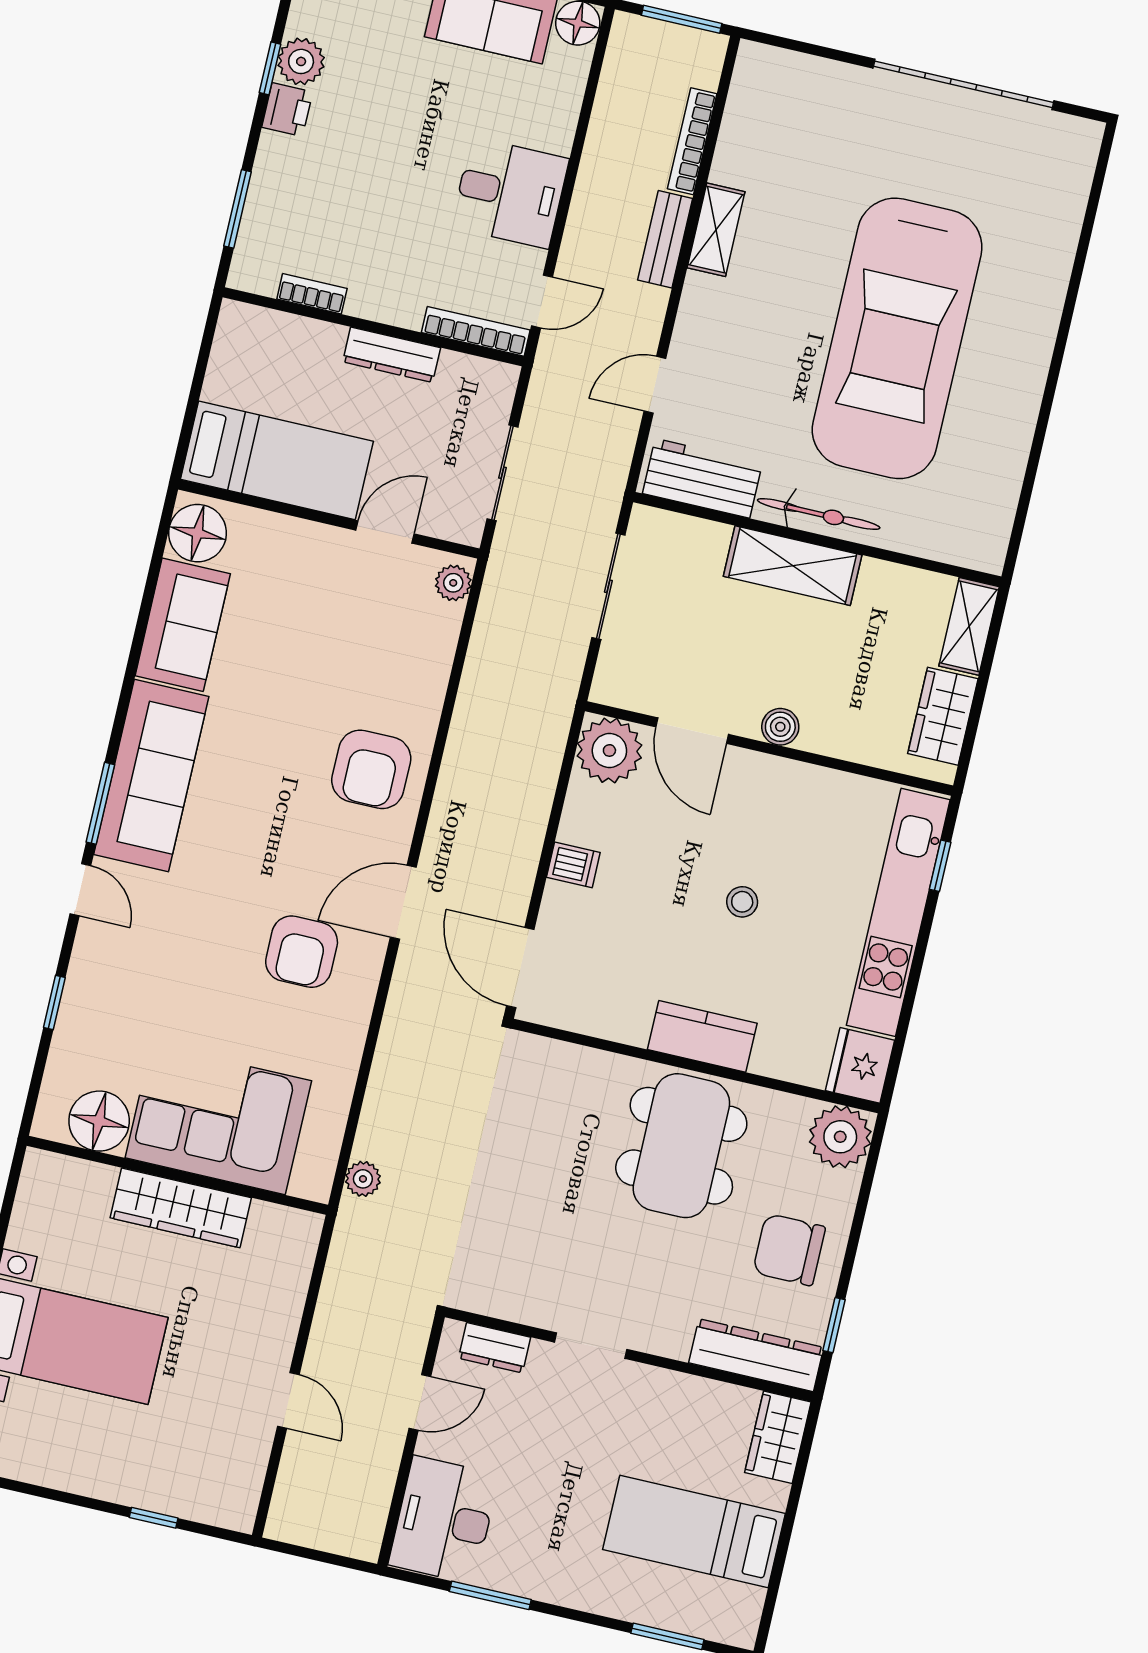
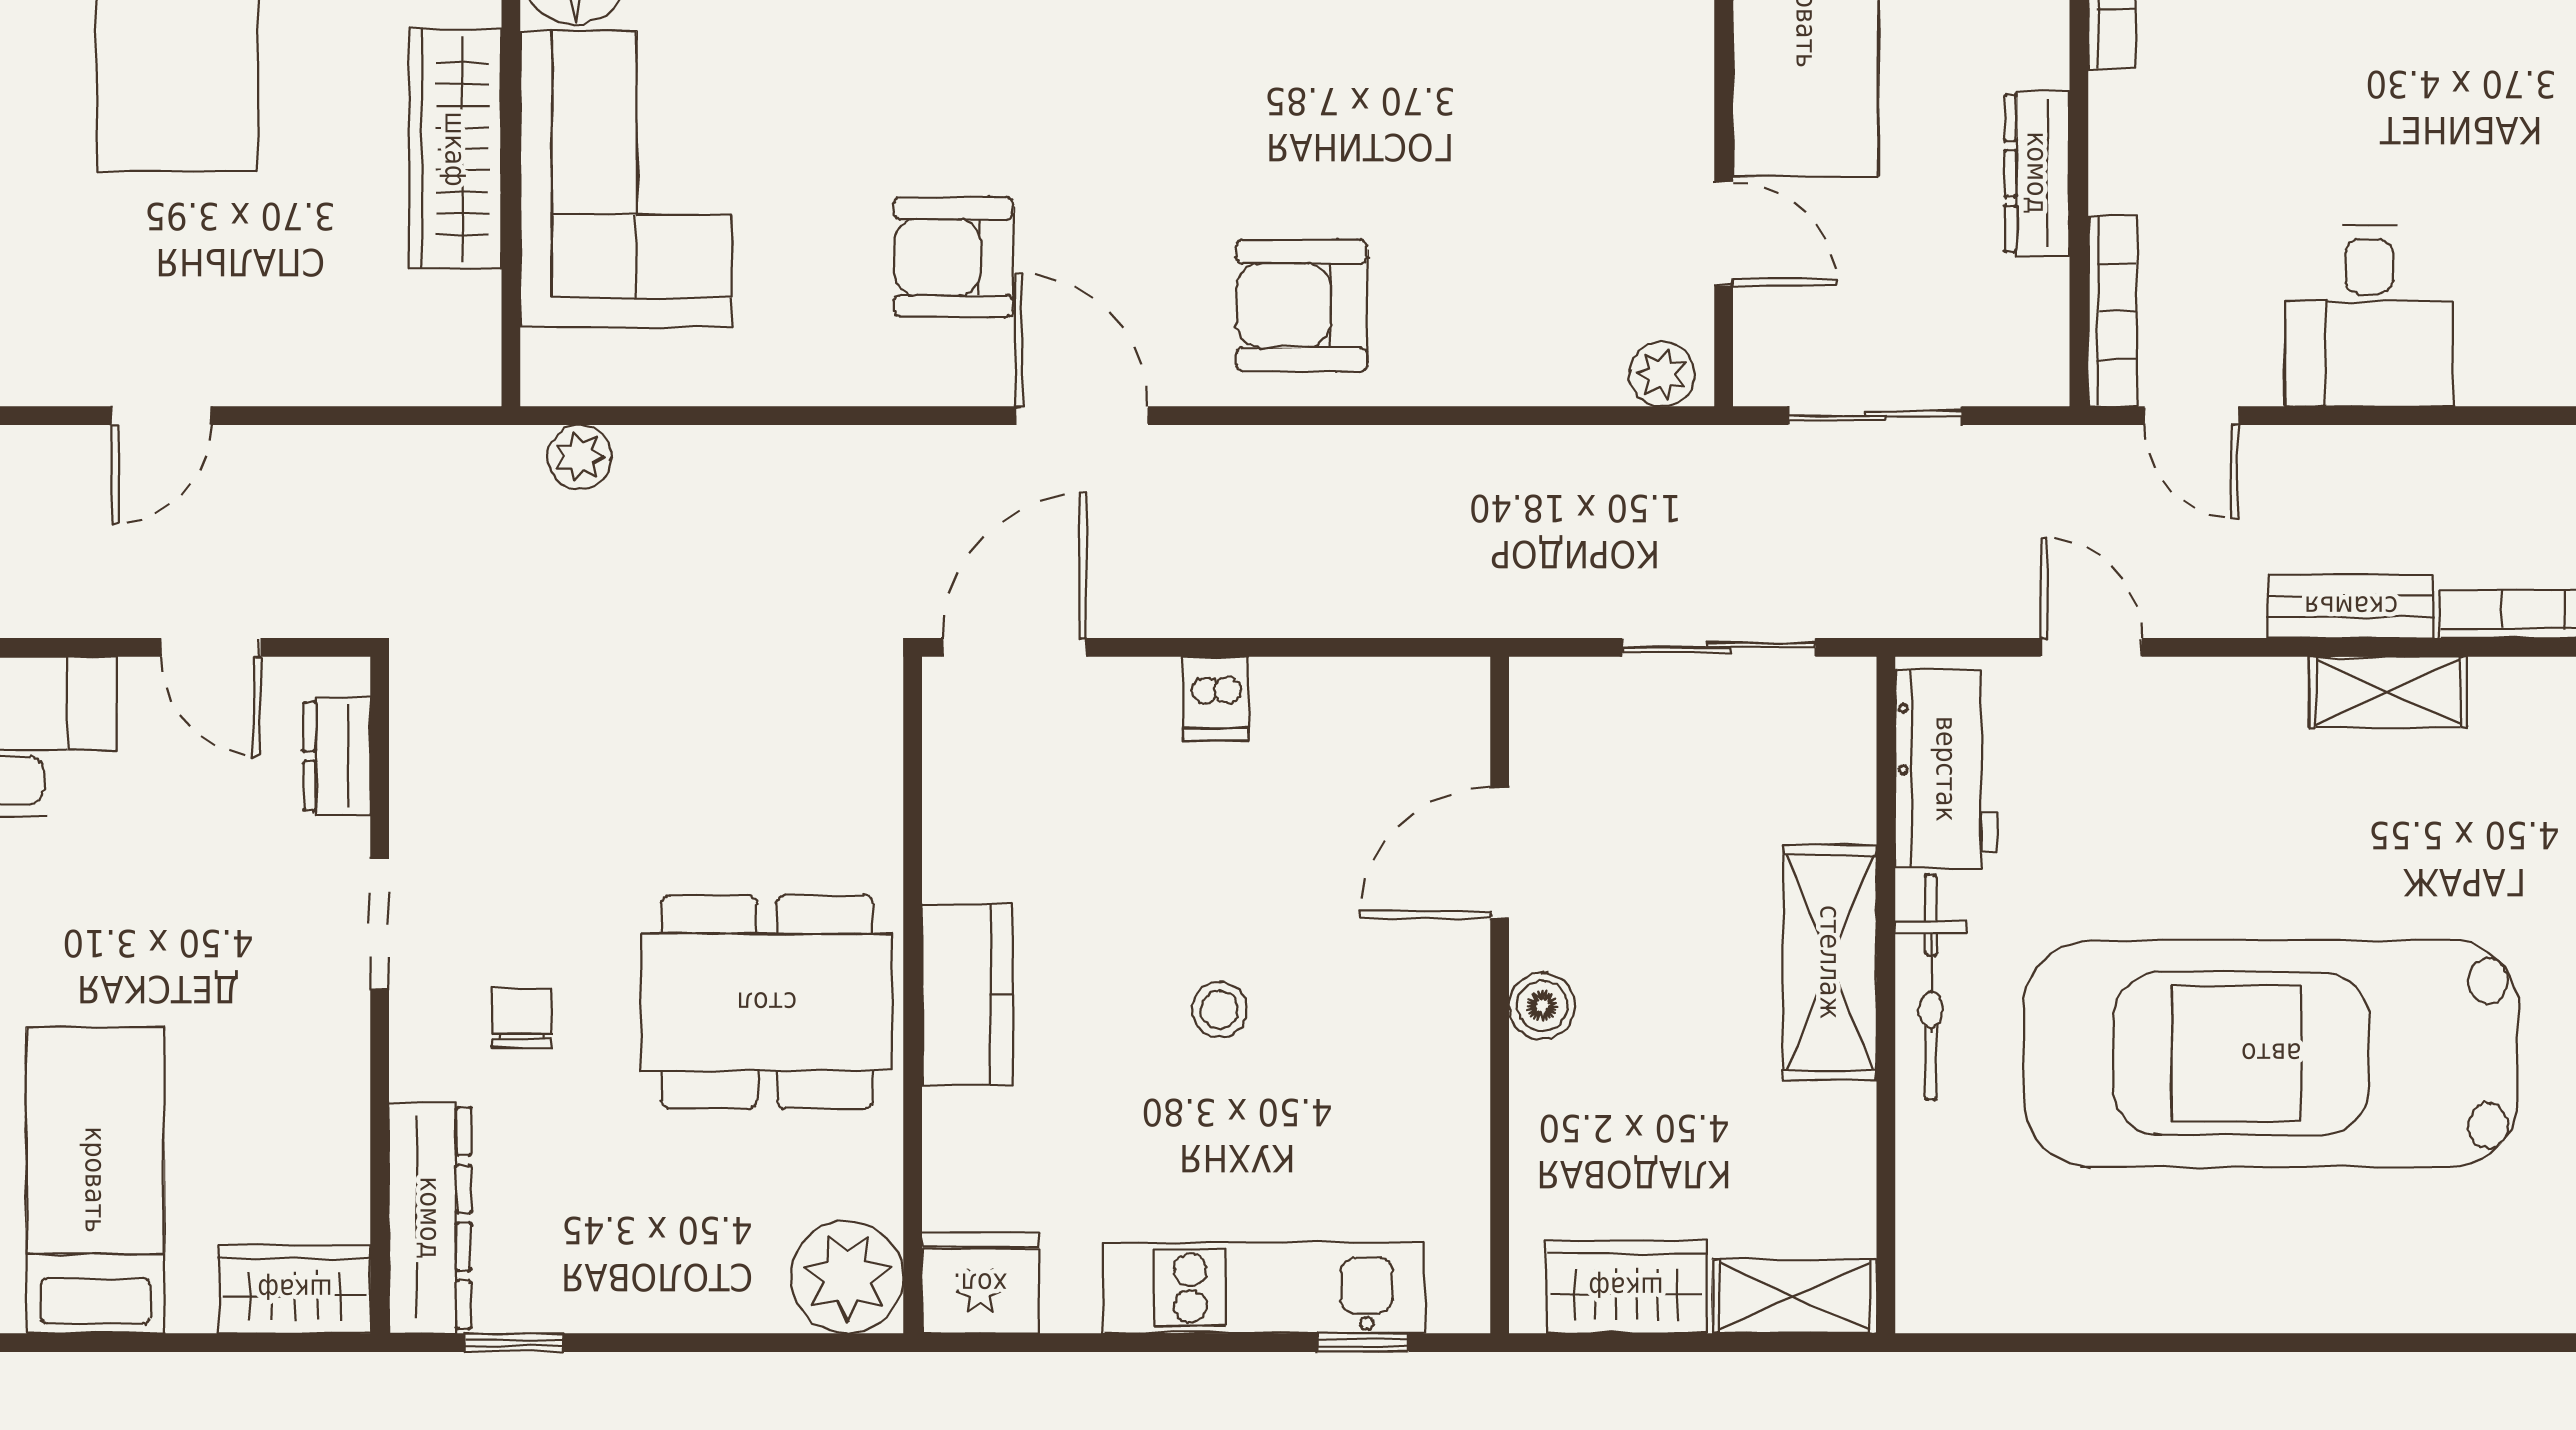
plant: (609, 750) -> (1431, 716), removed
kitchen unit: (898, 912) -> (1264, 1288), width x0.73
chair: (789, 1250) -> (522, 1018), moved, width x0.54, depth x0.54

